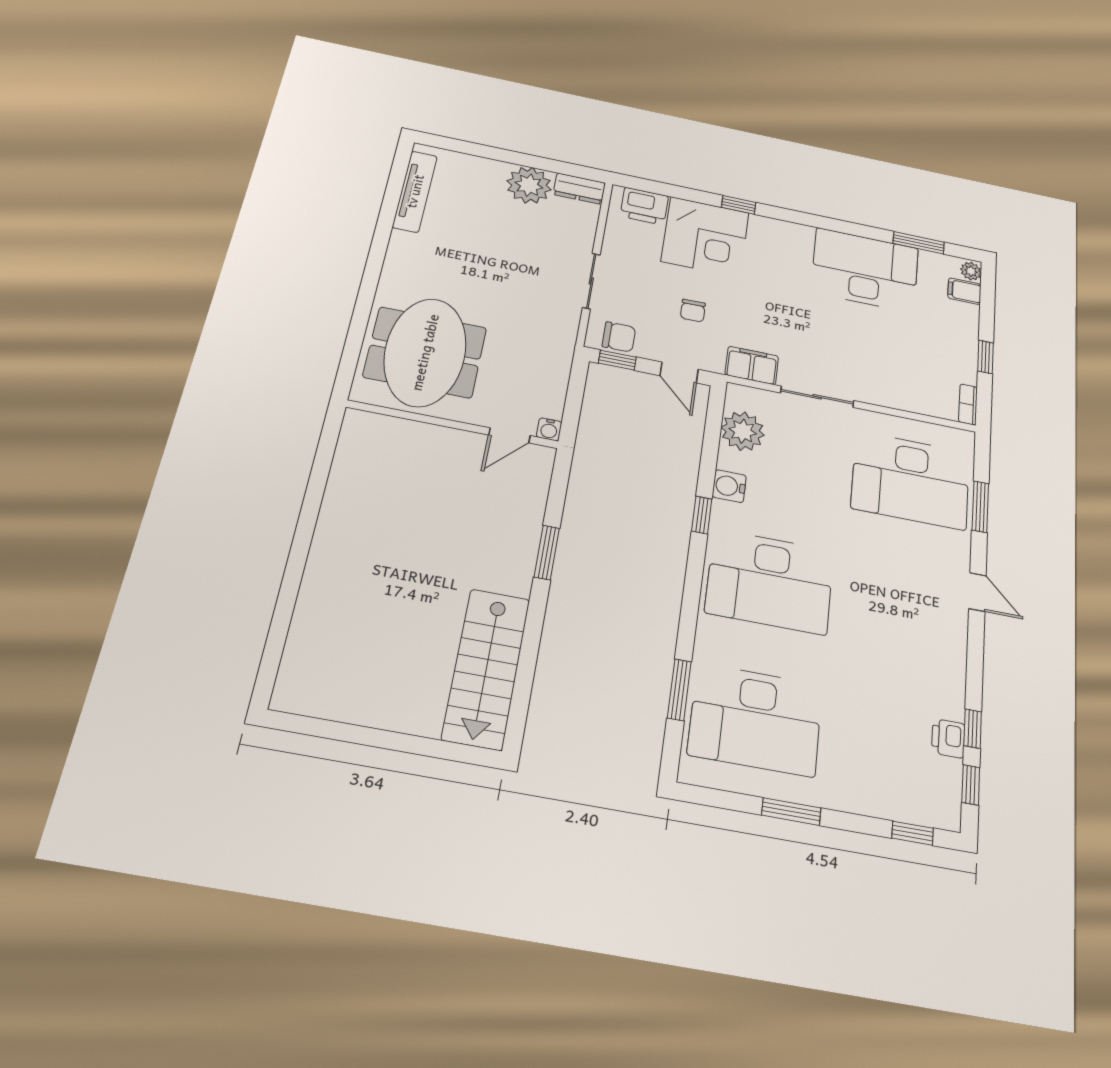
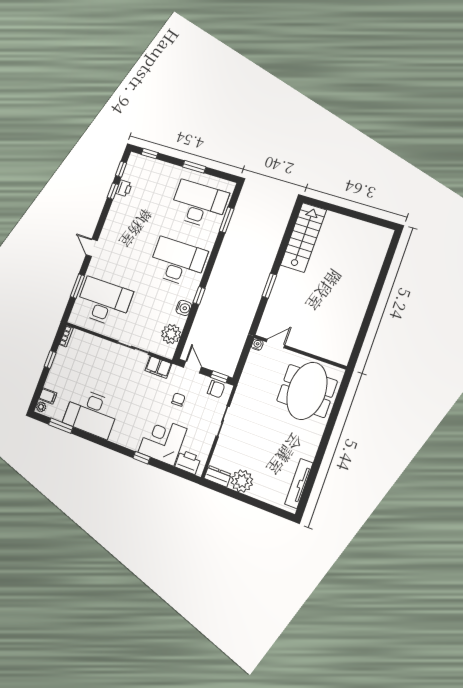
chair: (619, 337) -> (216, 389), turned 180

